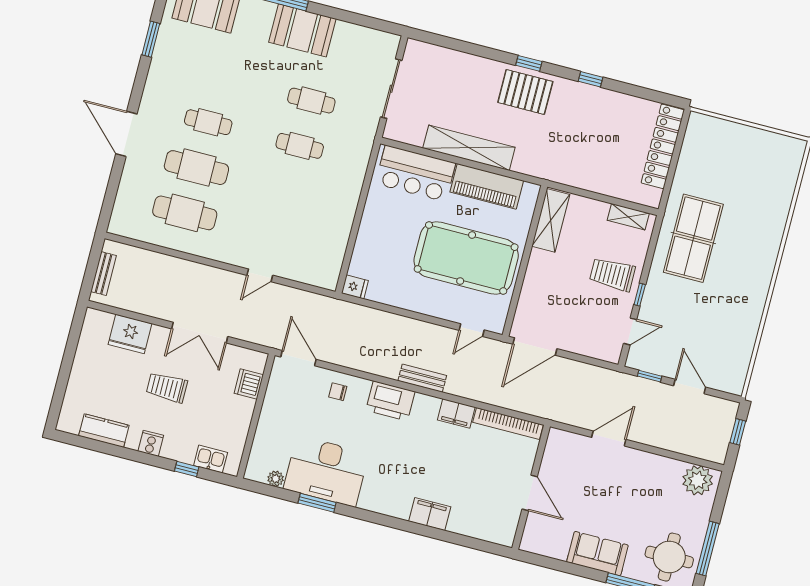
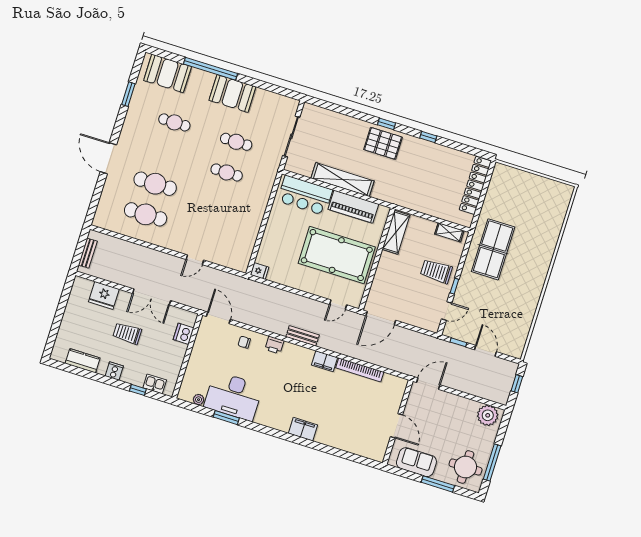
cafe table: (208, 122) -> (174, 122), moved
printer: (390, 401) -> (274, 345), width x0.53, depth x0.68
wall: (531, 487) -> (398, 422), moved
door: (530, 493) -> (397, 426), moved

